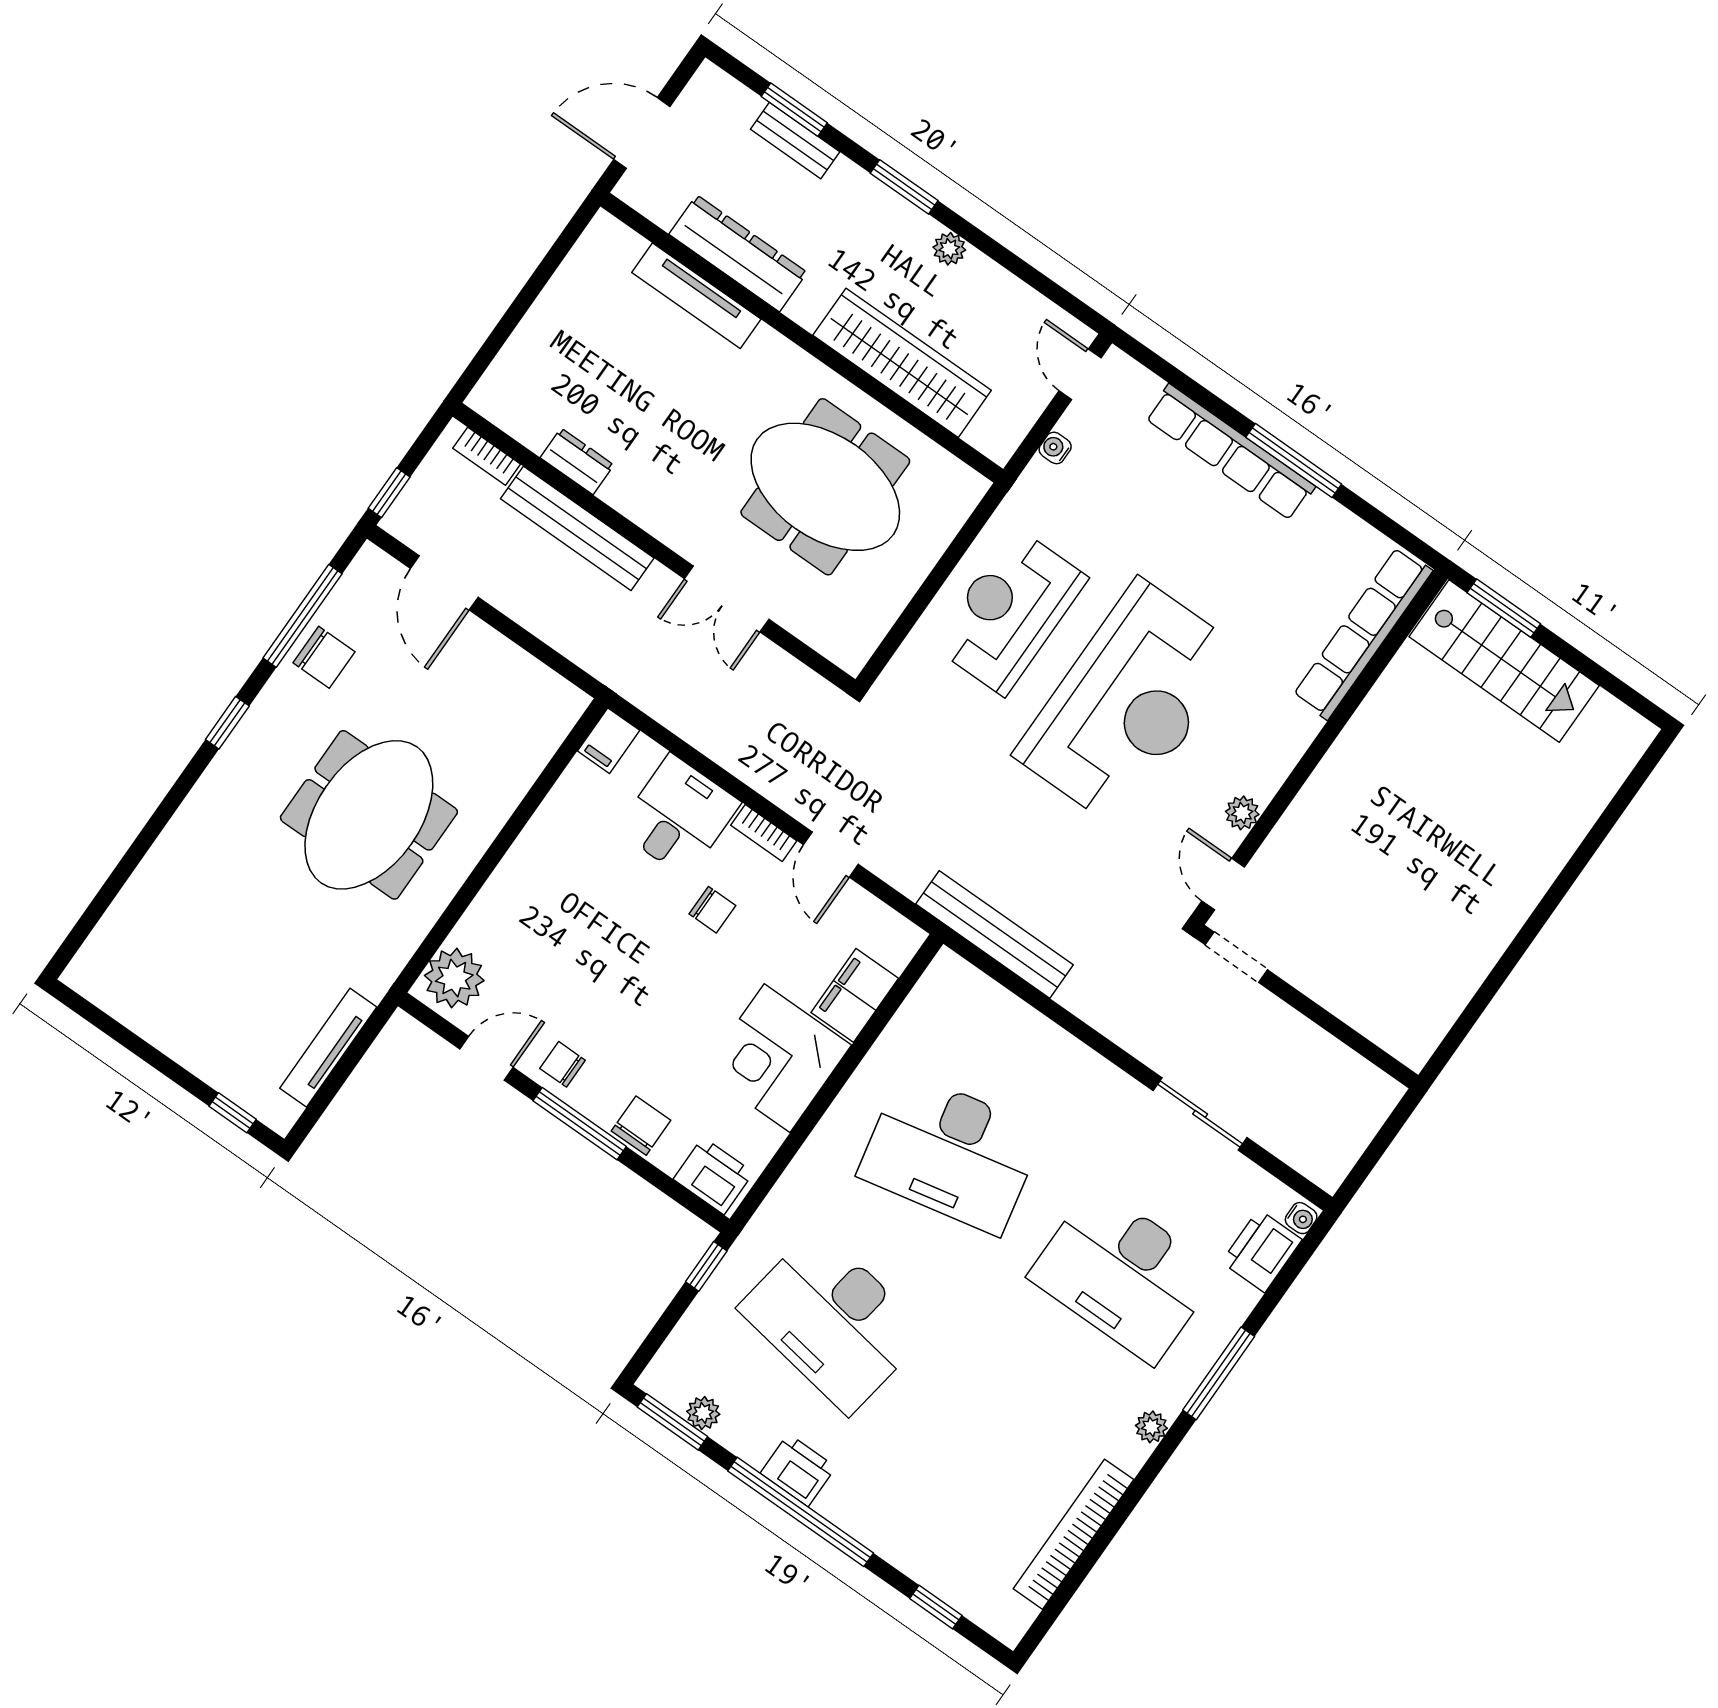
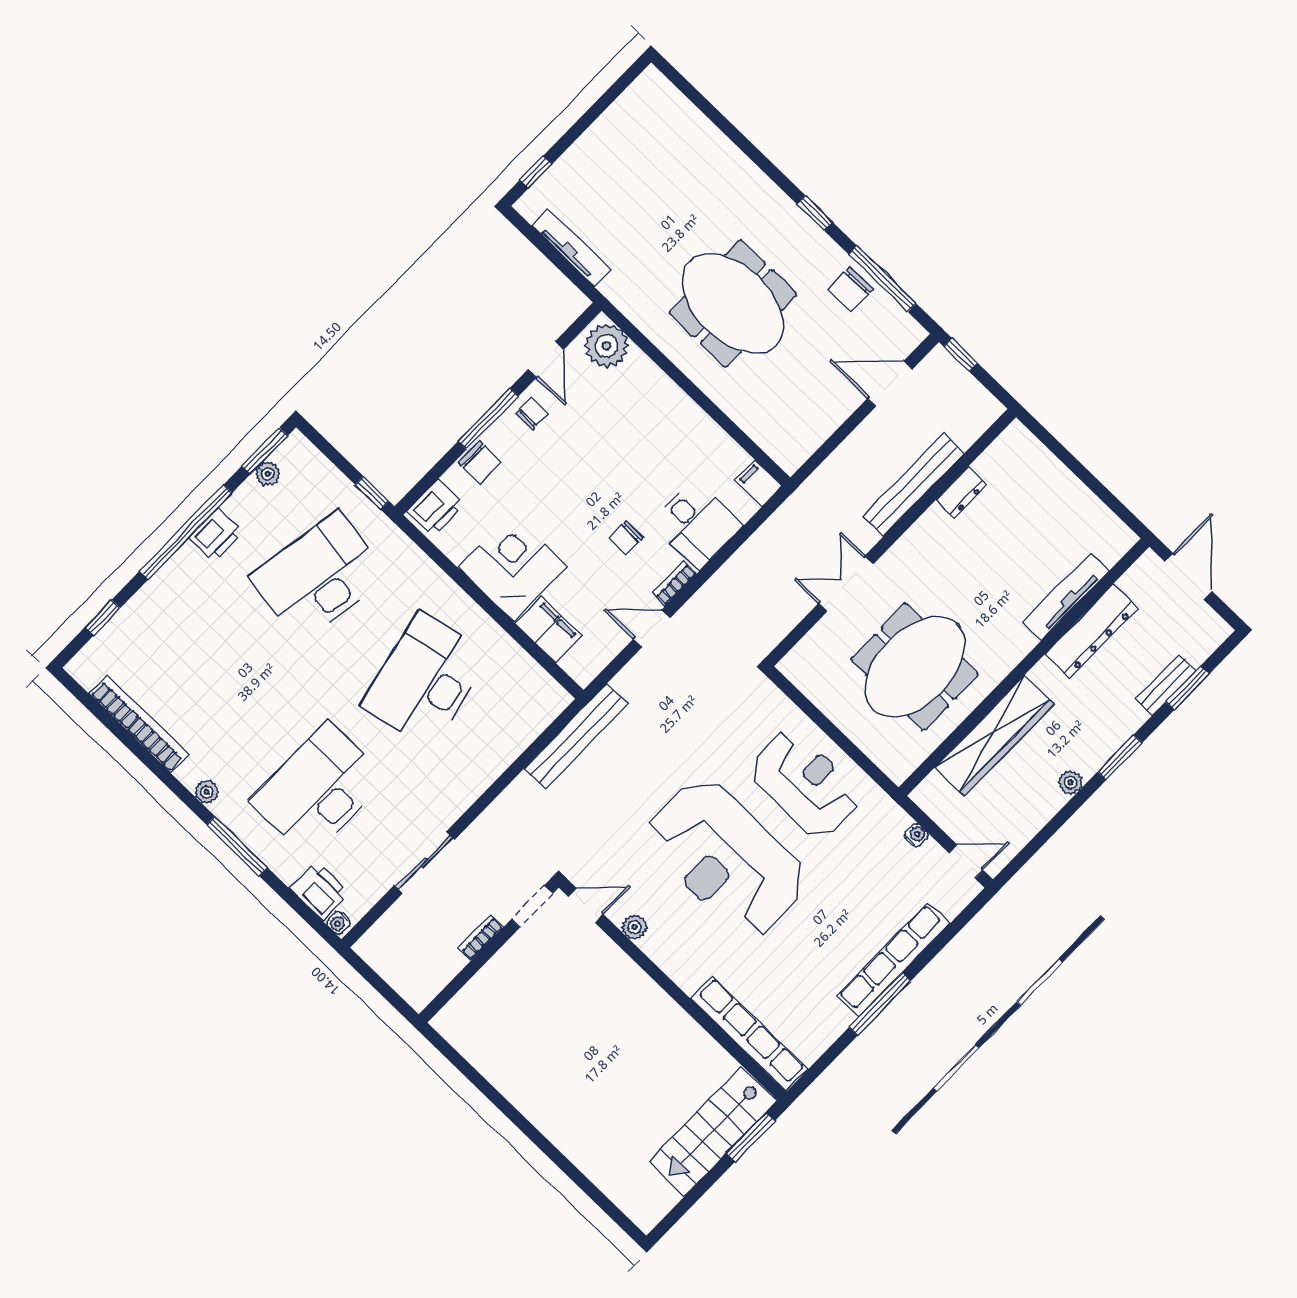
bookcase: (487, 456) -> (481, 937), moved

